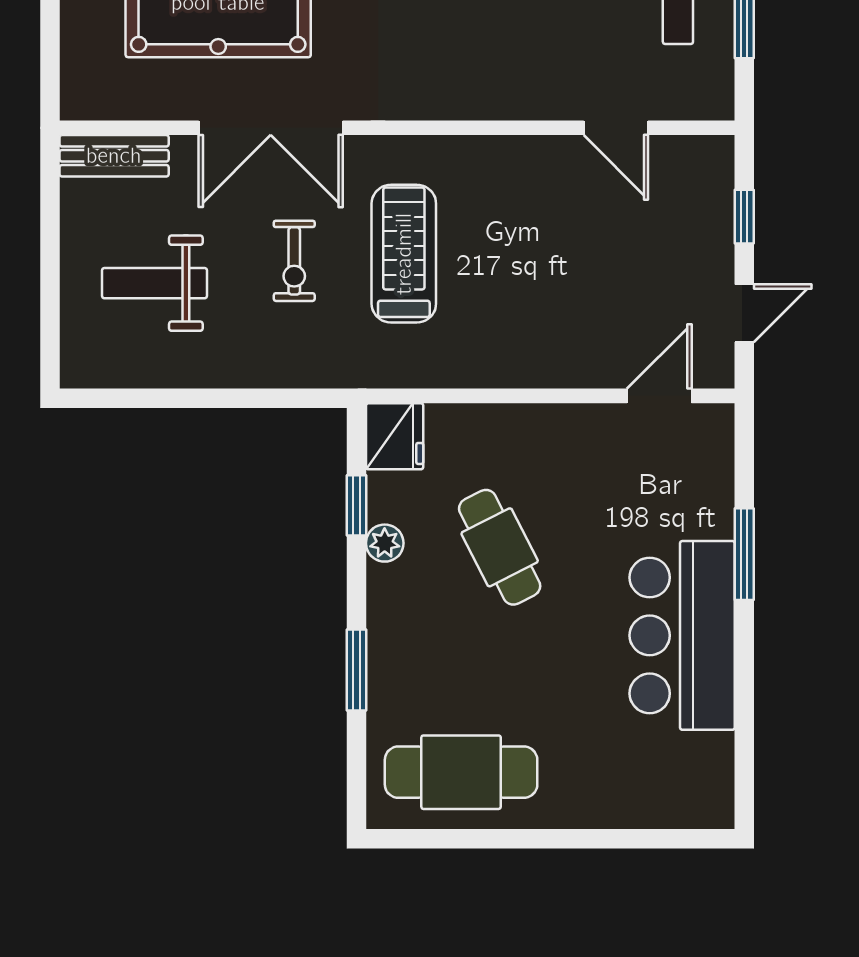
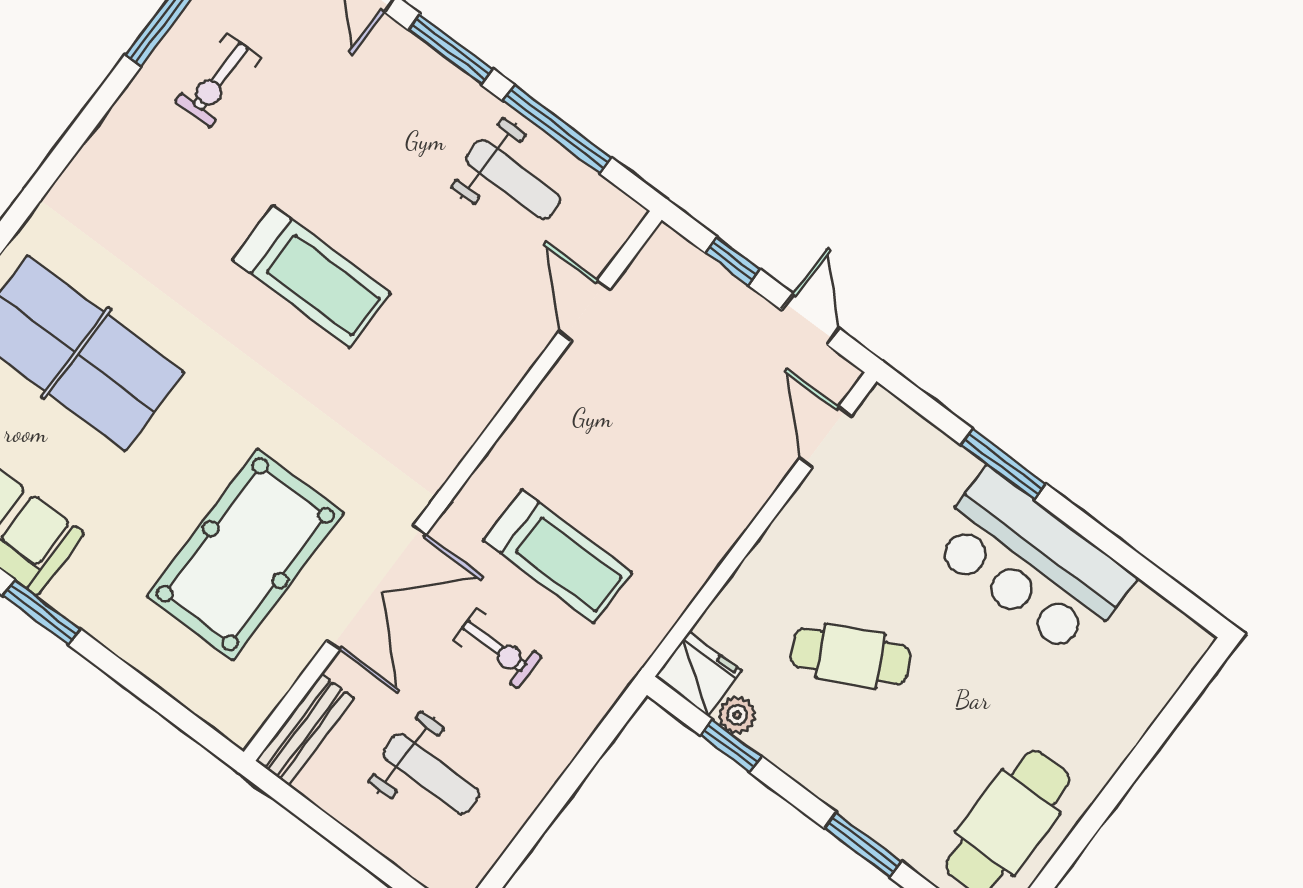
door: (616, 128) -> (584, 311), swing flipped
treadmill: (404, 254) -> (558, 556), turned 180
weight bench: (154, 283) -> (431, 774), turned -90
plant: (385, 543) -> (737, 715), moved

